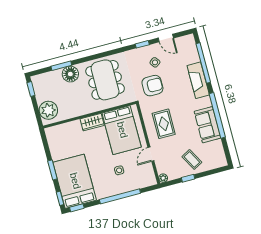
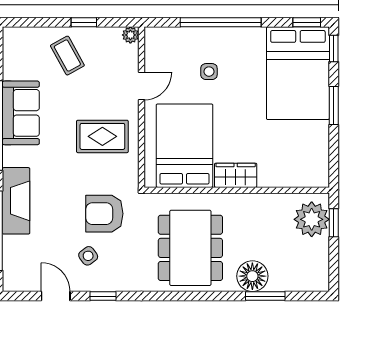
window: (31, 89) -> (334, 223), moved
rug: (164, 124) -> (102, 136), turned 90

